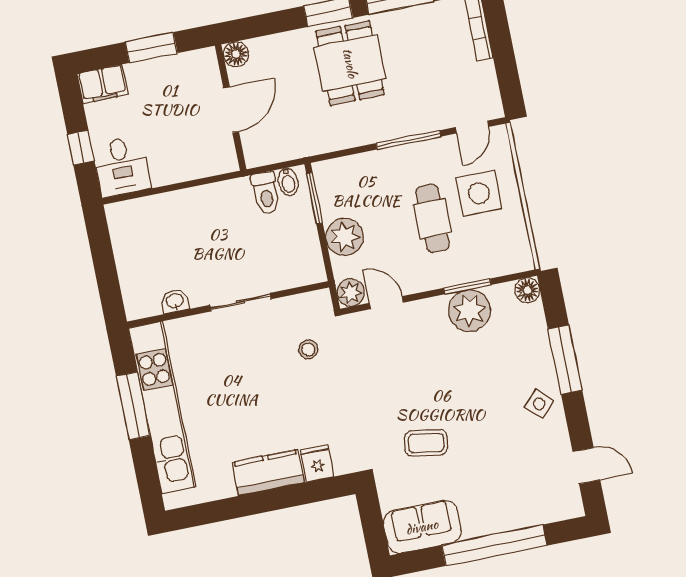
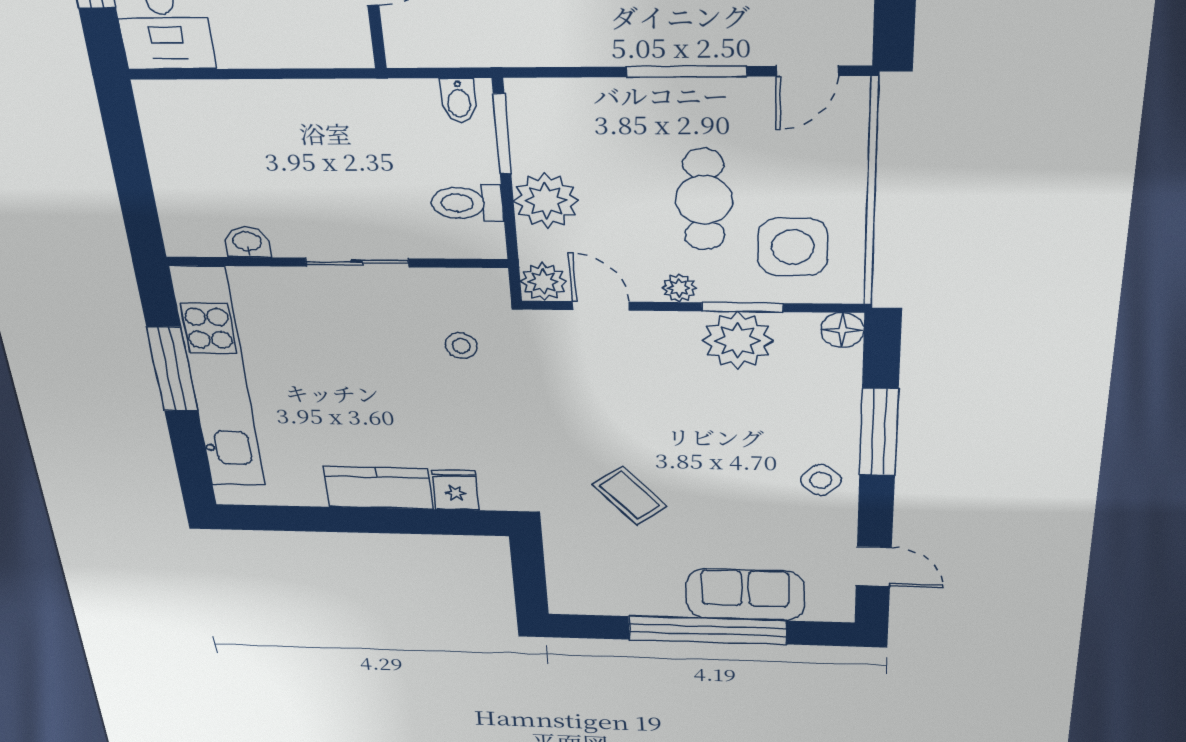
toilet: (266, 193) -> (467, 203), moved, turned 90
side table: (479, 193) -> (793, 247), moved
plant: (429, 281) -> (679, 288), added
coffee table: (426, 443) -> (630, 496), turned 41
sofa: (422, 527) -> (745, 595), moved

